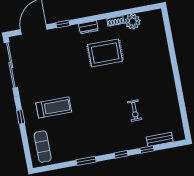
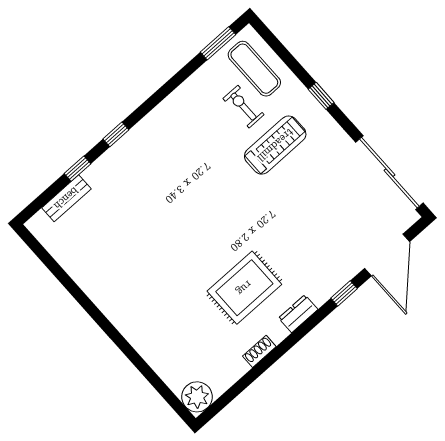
plant: (133, 22) -> (197, 397), moved
treadmill: (54, 107) -> (275, 145), turned 180
exercise bike: (135, 111) -> (243, 107), moved
window: (86, 161) -> (218, 43), moved

